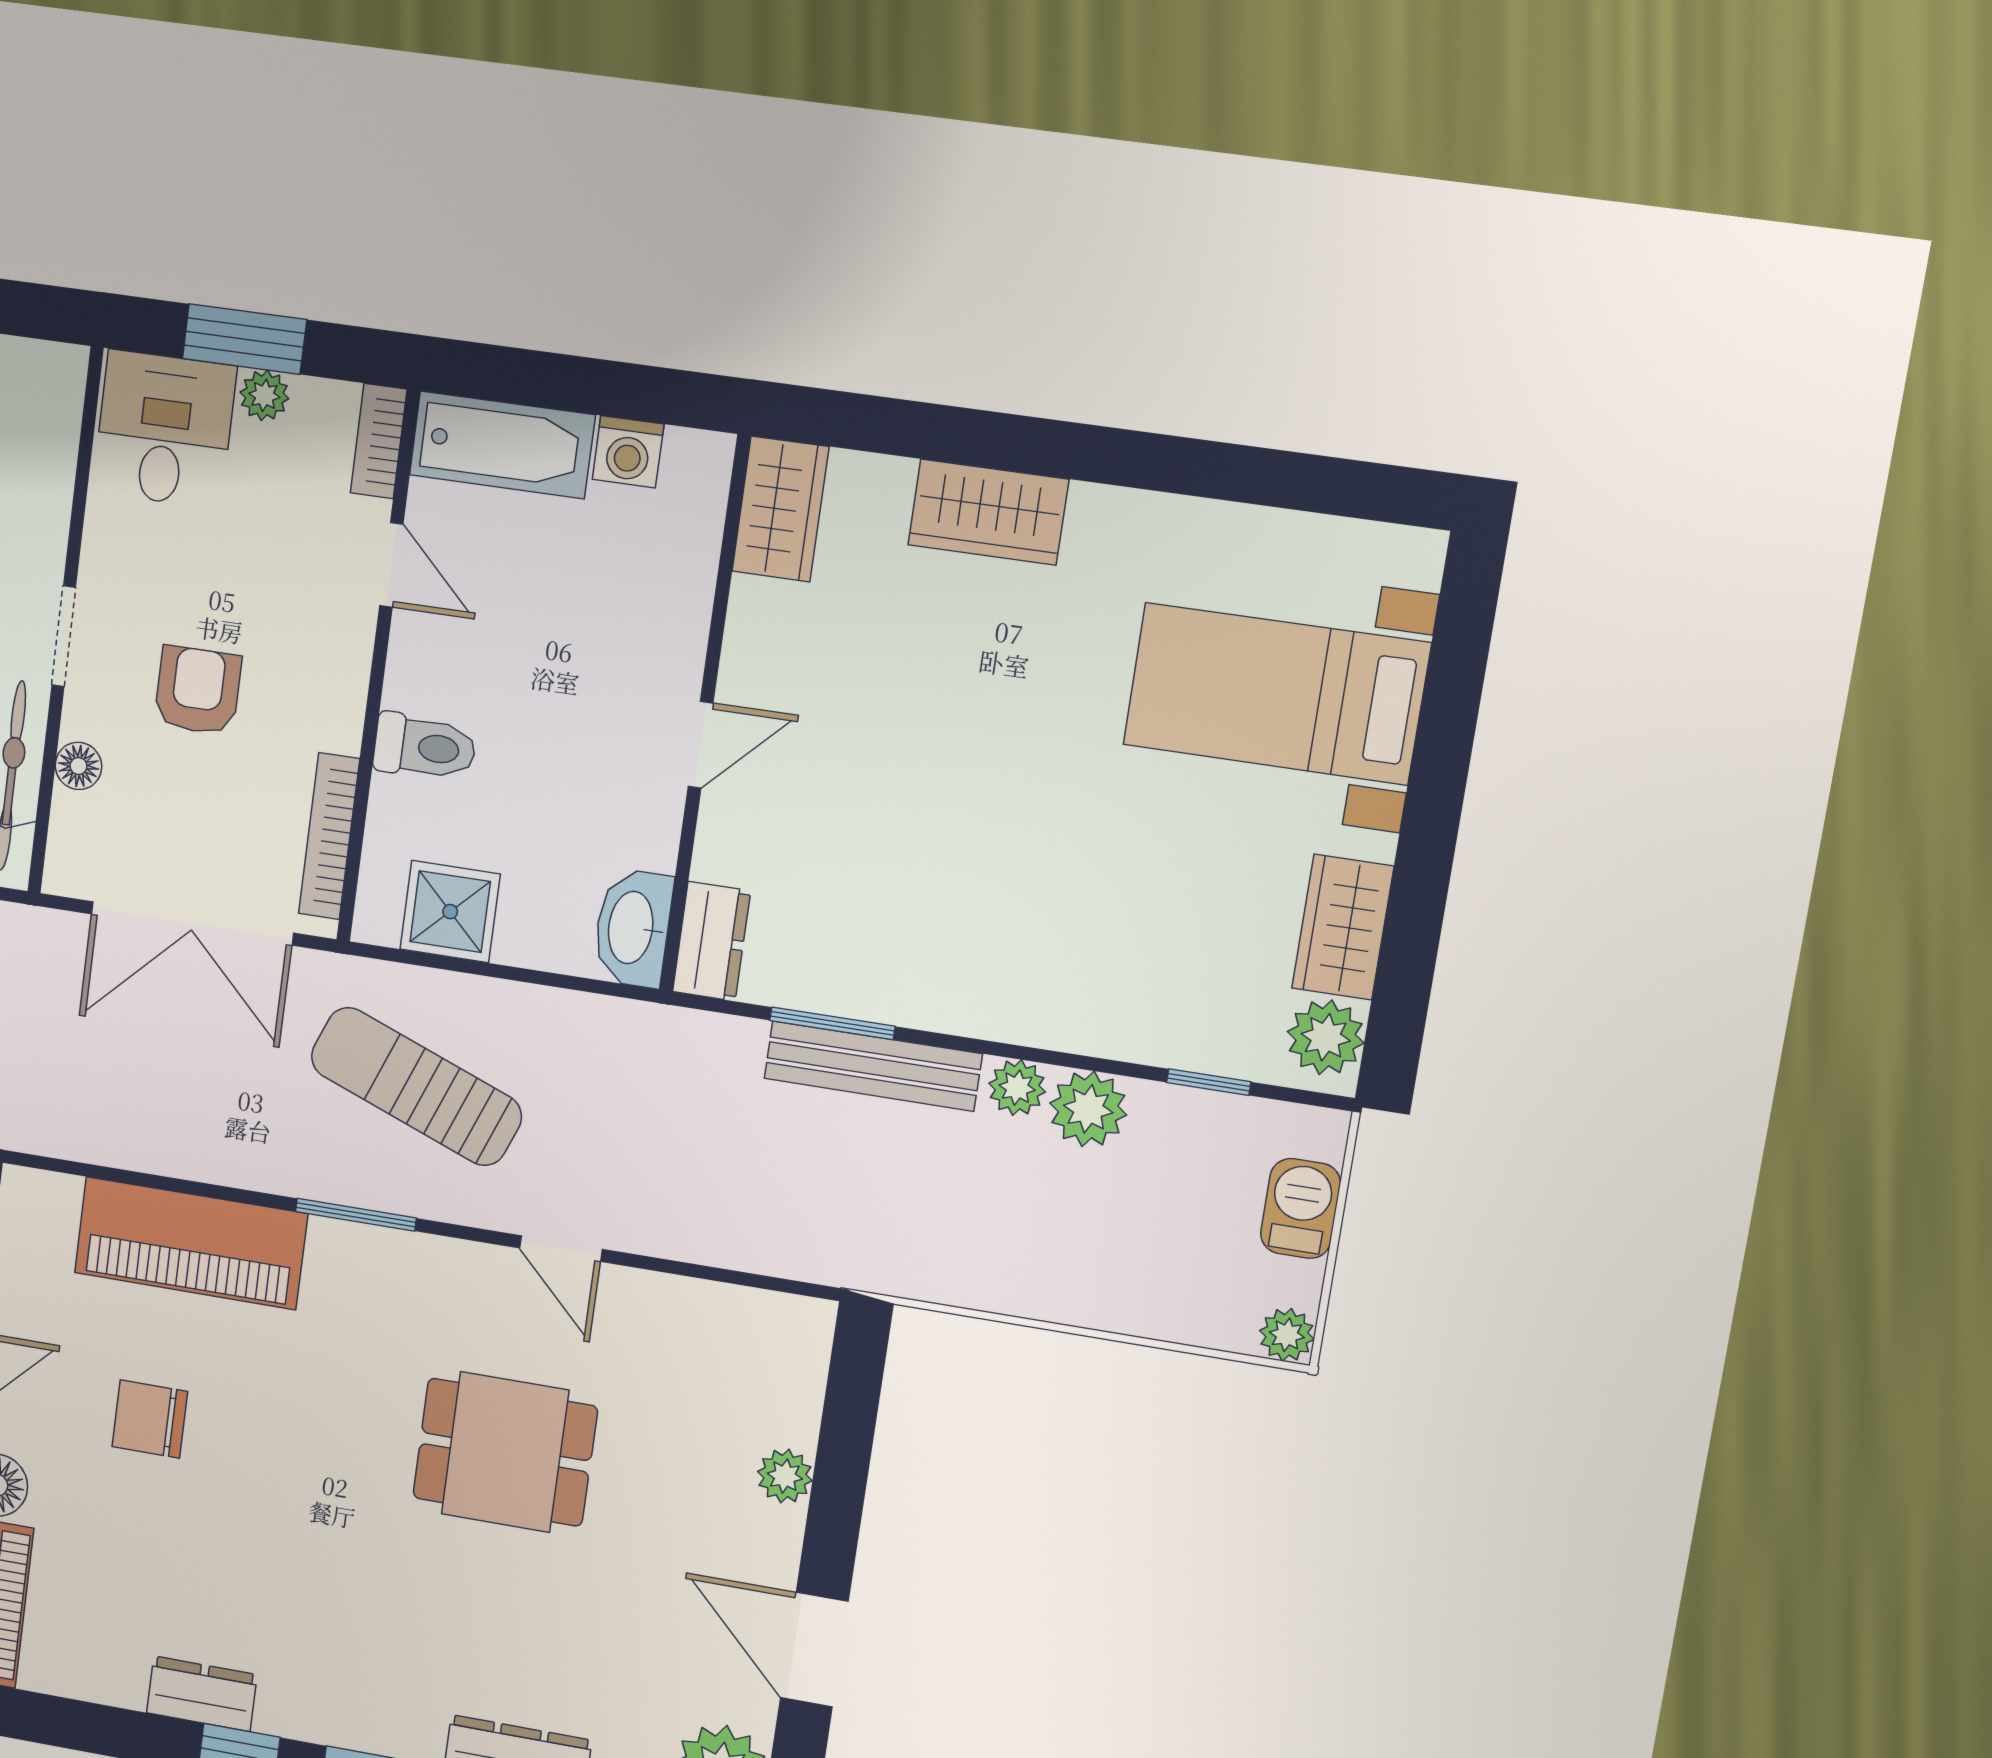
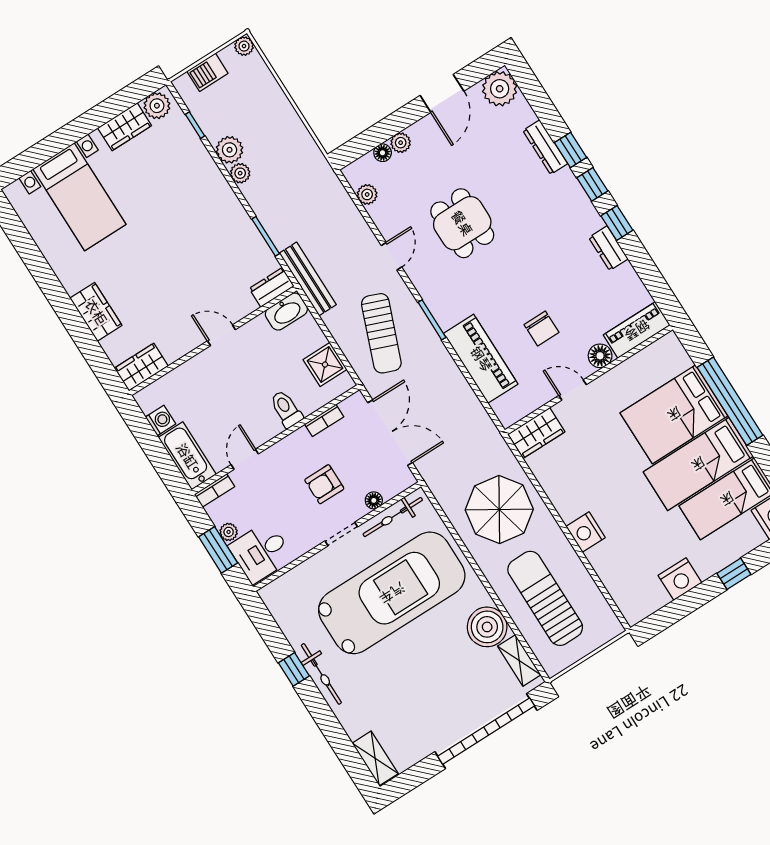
bookcase: (329, 836) -> (324, 420), width x0.64
bench: (873, 1066) -> (308, 279), moved
plant: (736, 1312) -> (367, 194), added
floor lamp: (796, 1421) -> (383, 153), added

